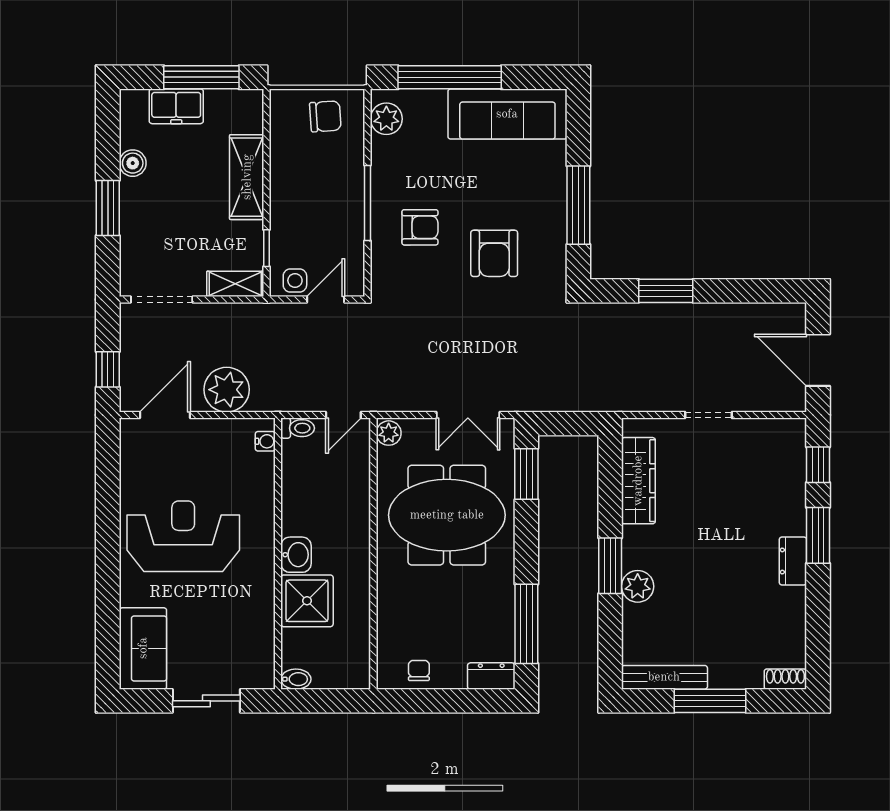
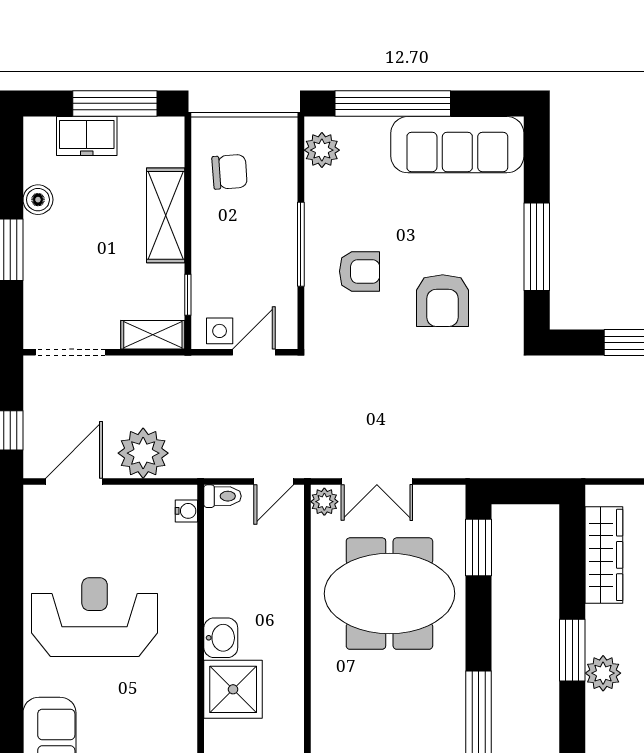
chair: (325, 116) -> (230, 172), moved
double door: (468, 415) -> (377, 481), moved

